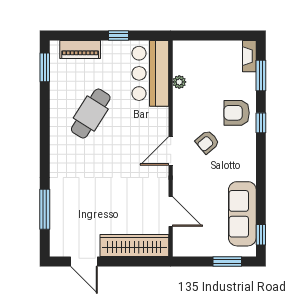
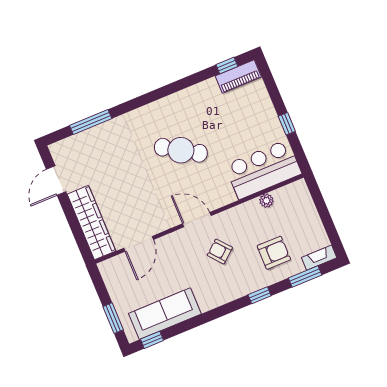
piano: (80, 50) -> (238, 77), moved, turned -90
window: (45, 67) -> (227, 66), width x0.67
cafe table: (91, 113) -> (181, 150), moved
armchair: (237, 113) -> (274, 253), moved, turned 90

